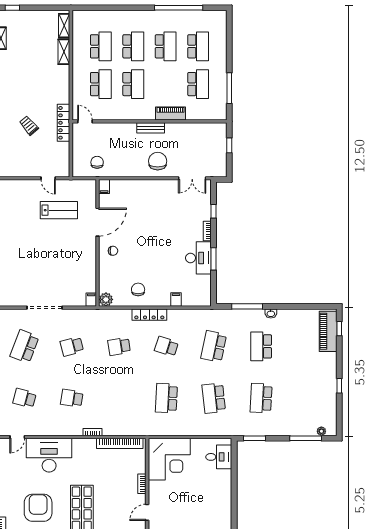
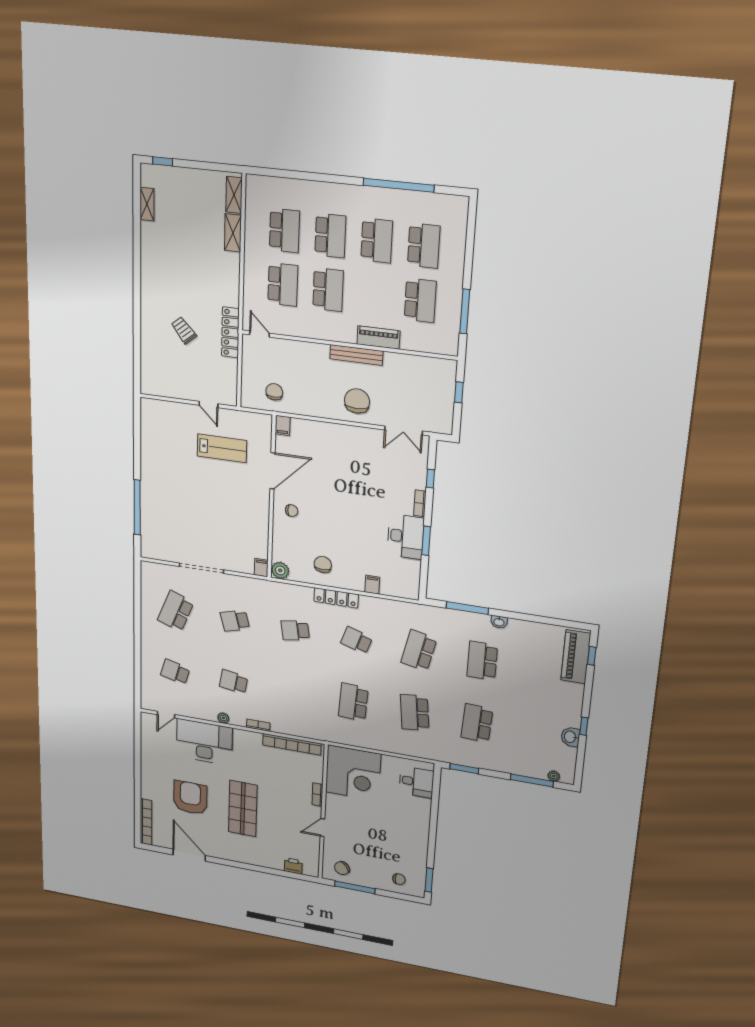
bench: (151, 128) -> (356, 355), width x1.36
washbasin: (330, 396) -> (570, 737), added
plant: (64, 431) -> (223, 718), added

